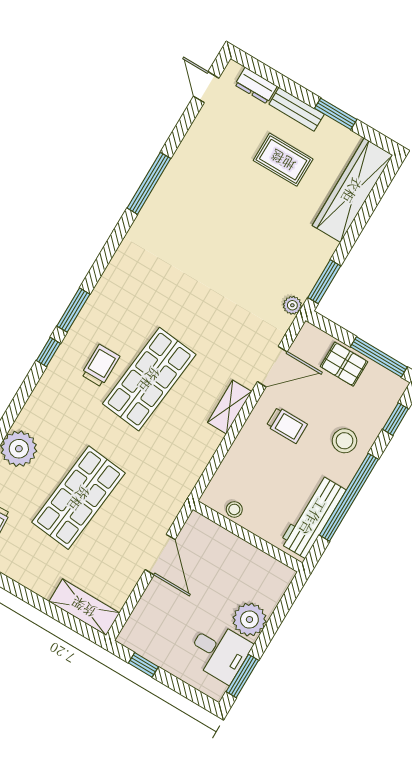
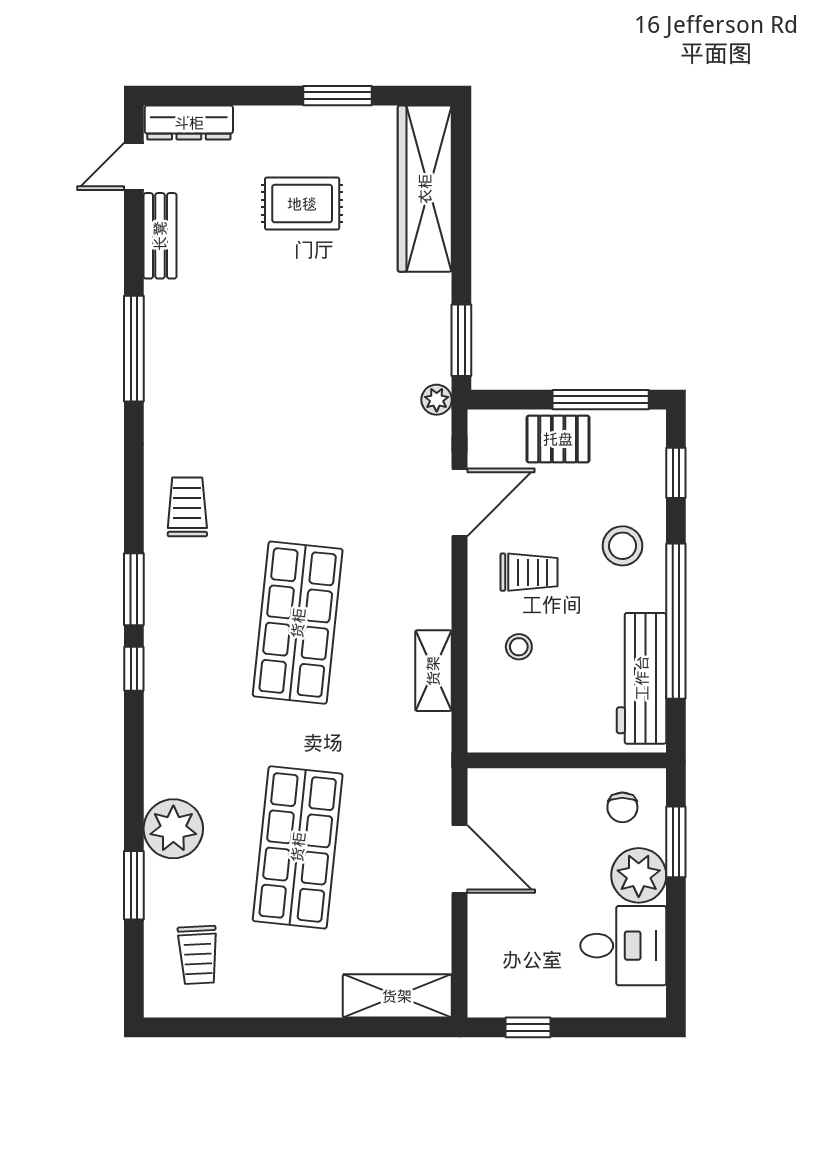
dresser: (256, 86) -> (189, 123), width x1.44
door: (206, 87) -> (134, 166), hinge flipped
bench: (297, 109) -> (160, 236), moved, turned 90
trolley: (100, 366) -> (187, 507), moved
shelving: (230, 407) -> (433, 671), moved
stool: (234, 509) -> (519, 647), moved
chair: (262, 579) -> (622, 807), added
window: (242, 676) -> (676, 842), moved

